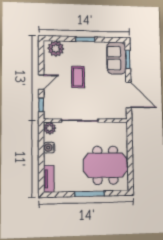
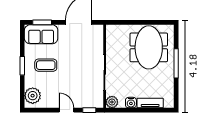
coffee table: (78, 77) -> (46, 65), moved
tv unit: (49, 179) -> (150, 103), moved

